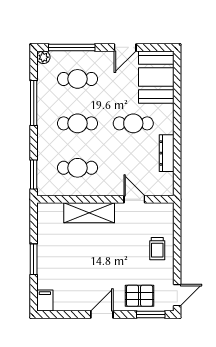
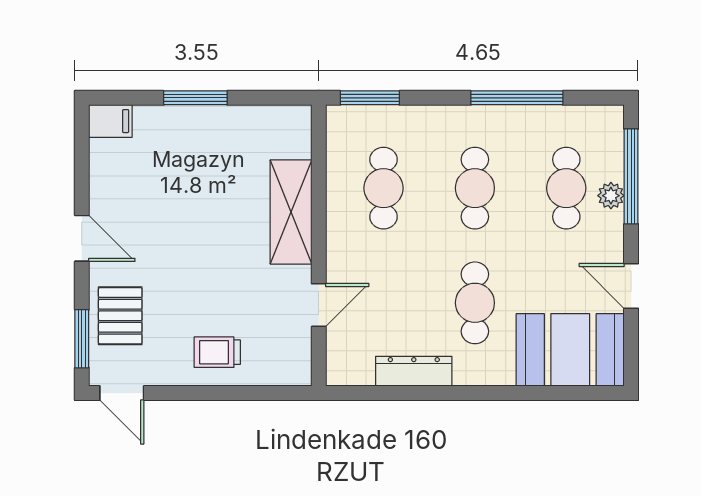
plant: (43, 57) -> (611, 196), moved

